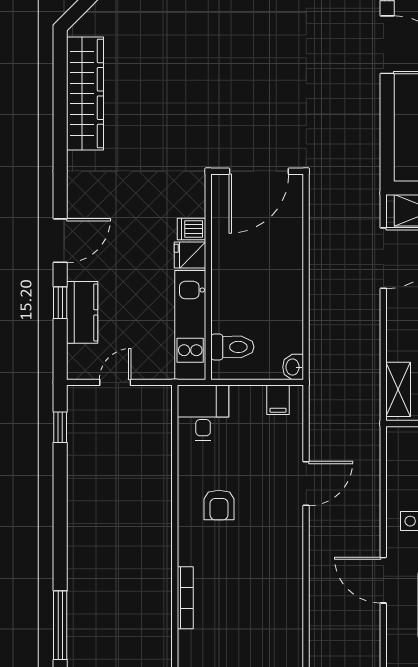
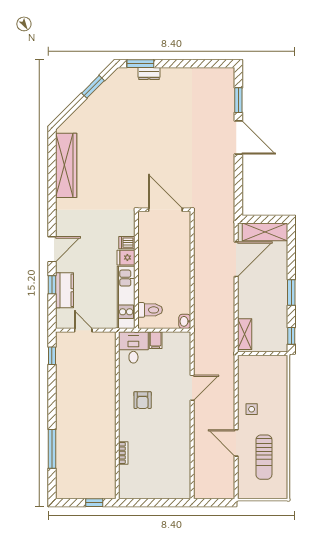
door: (259, 171) -> (165, 210), swing flipped
door: (115, 382) -> (83, 330), hinge flipped
filing cabinet: (278, 400) -> (156, 340), moved
bookcase: (185, 598) -> (123, 453), width x0.64
window: (60, 625) -> (52, 449), moved

